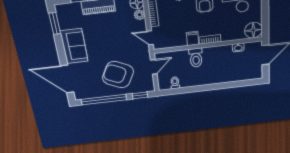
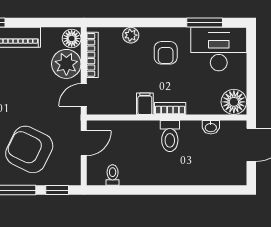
plant: (140, 15) -> (66, 64), width x1.87, depth x1.87
door: (150, 38) -> (84, 95), hinge flipped
toilet: (196, 58) -> (170, 136), moved

